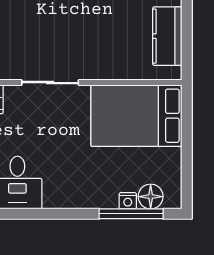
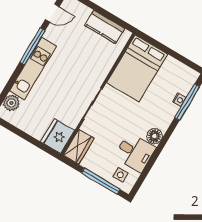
floor lamp: (151, 197) -> (154, 136), moved

